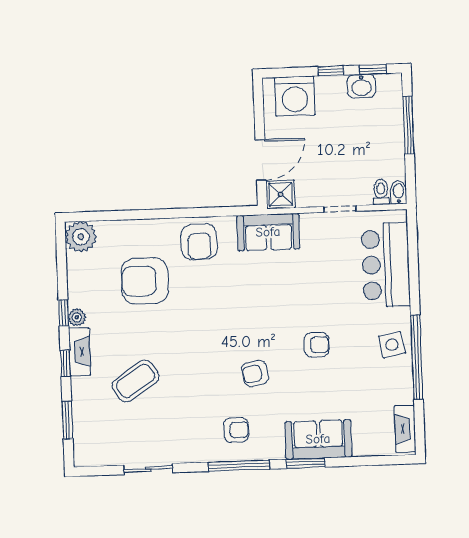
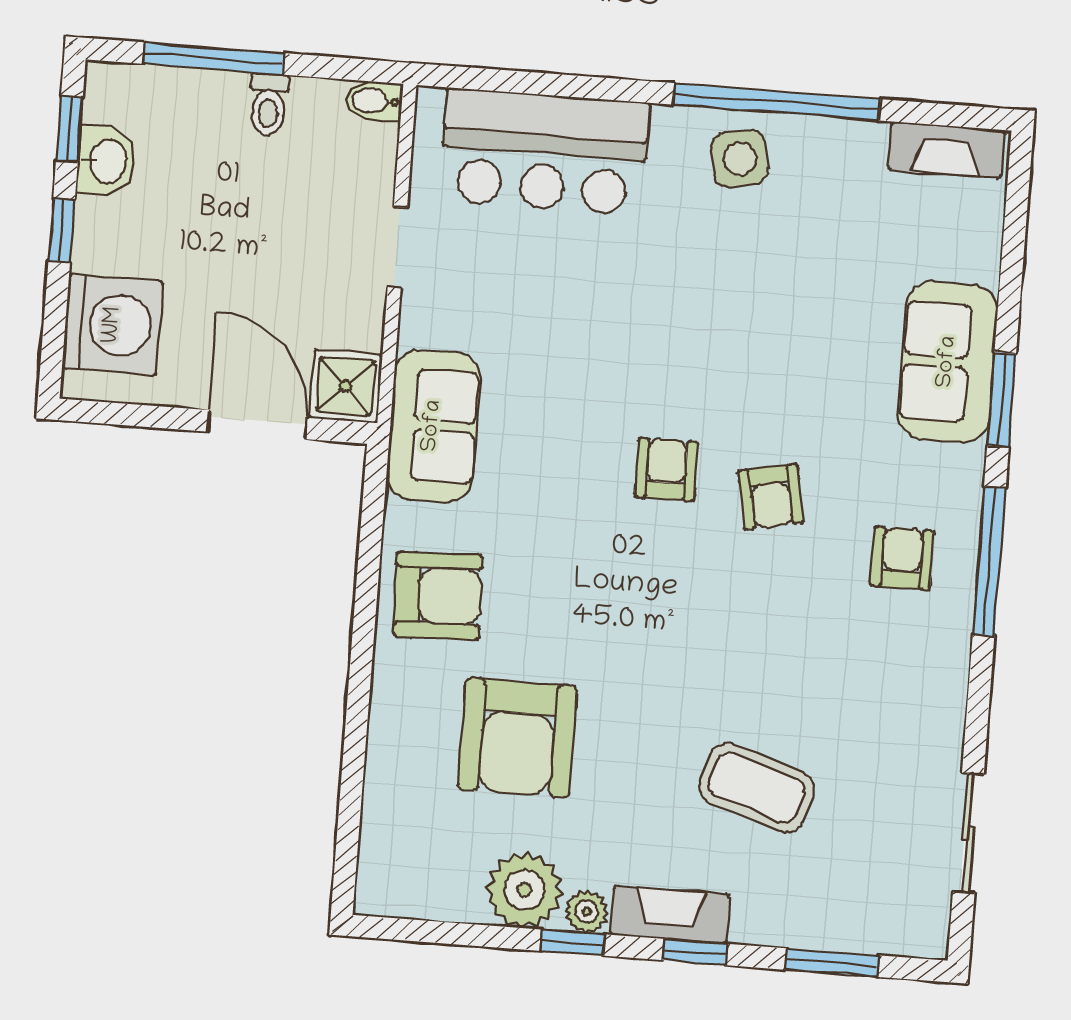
toilet: (381, 192) -> (269, 105), moved, turned -90
plant: (81, 237) -> (525, 890), moved
armchair: (317, 345) -> (666, 470), moved
coffee table: (136, 381) -> (757, 788), turned -38
sliding door: (148, 469) -> (968, 833), moved

